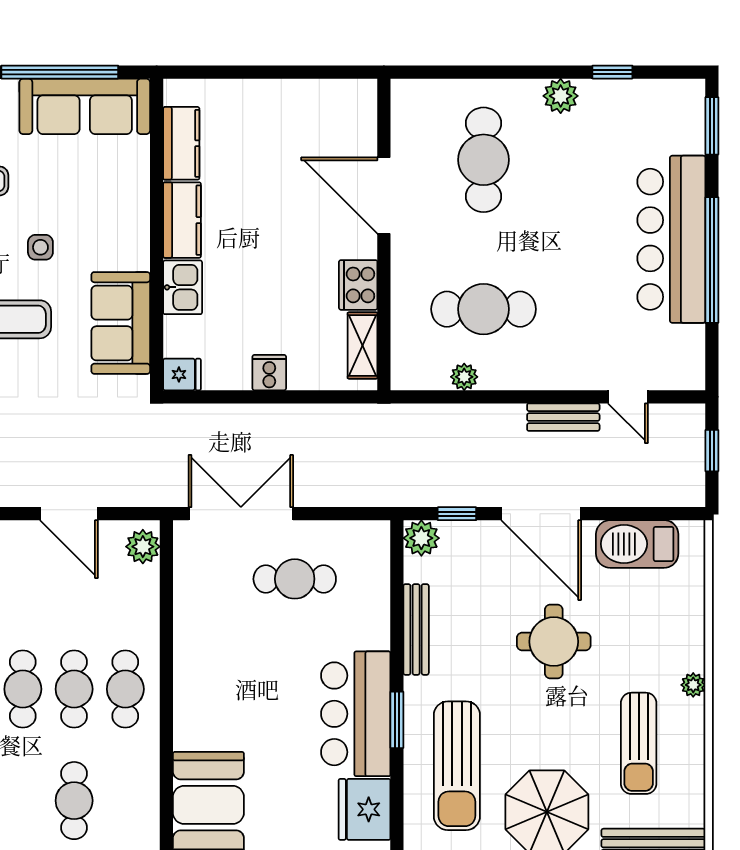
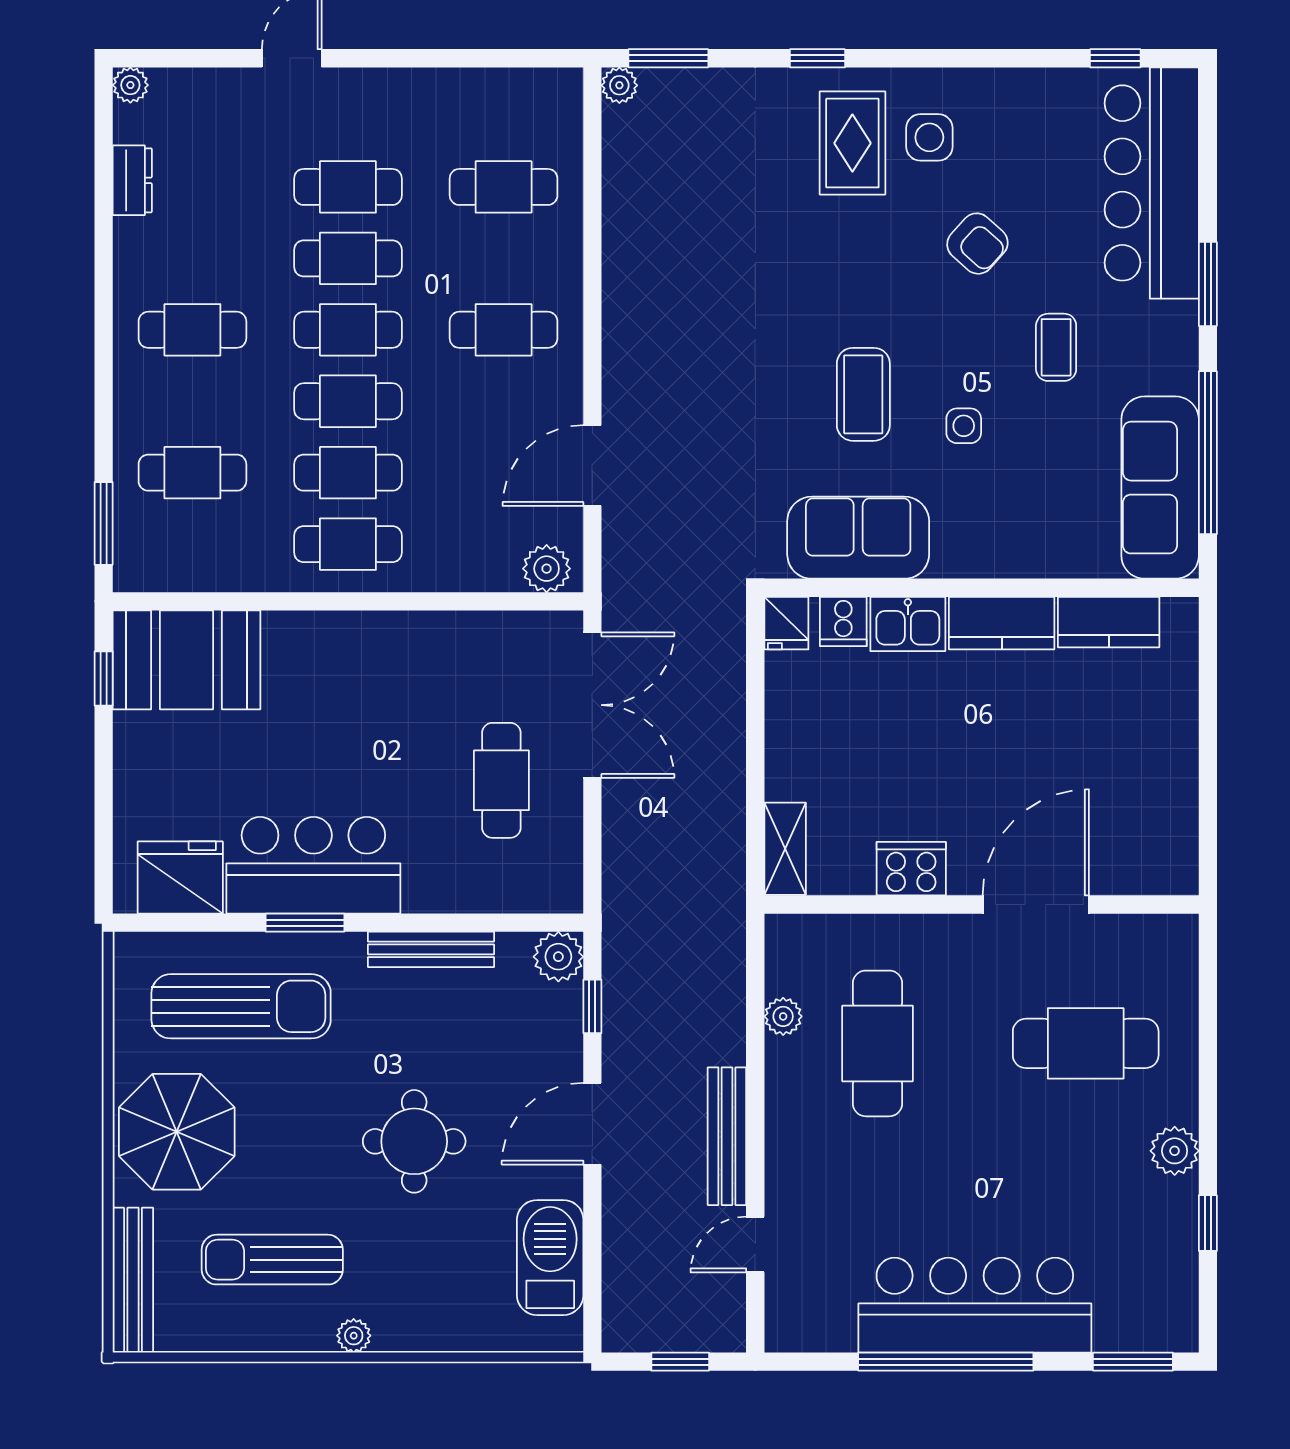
shelving: (363, 345) -> (785, 849), moved, turned 90
cooker: (269, 373) -> (843, 621), moved, turned 90
bench: (563, 417) -> (727, 1136), width x1.36
door: (541, 514) -> (592, 1124), width x0.73
sun lounger: (457, 766) -> (241, 1006), turned 180

